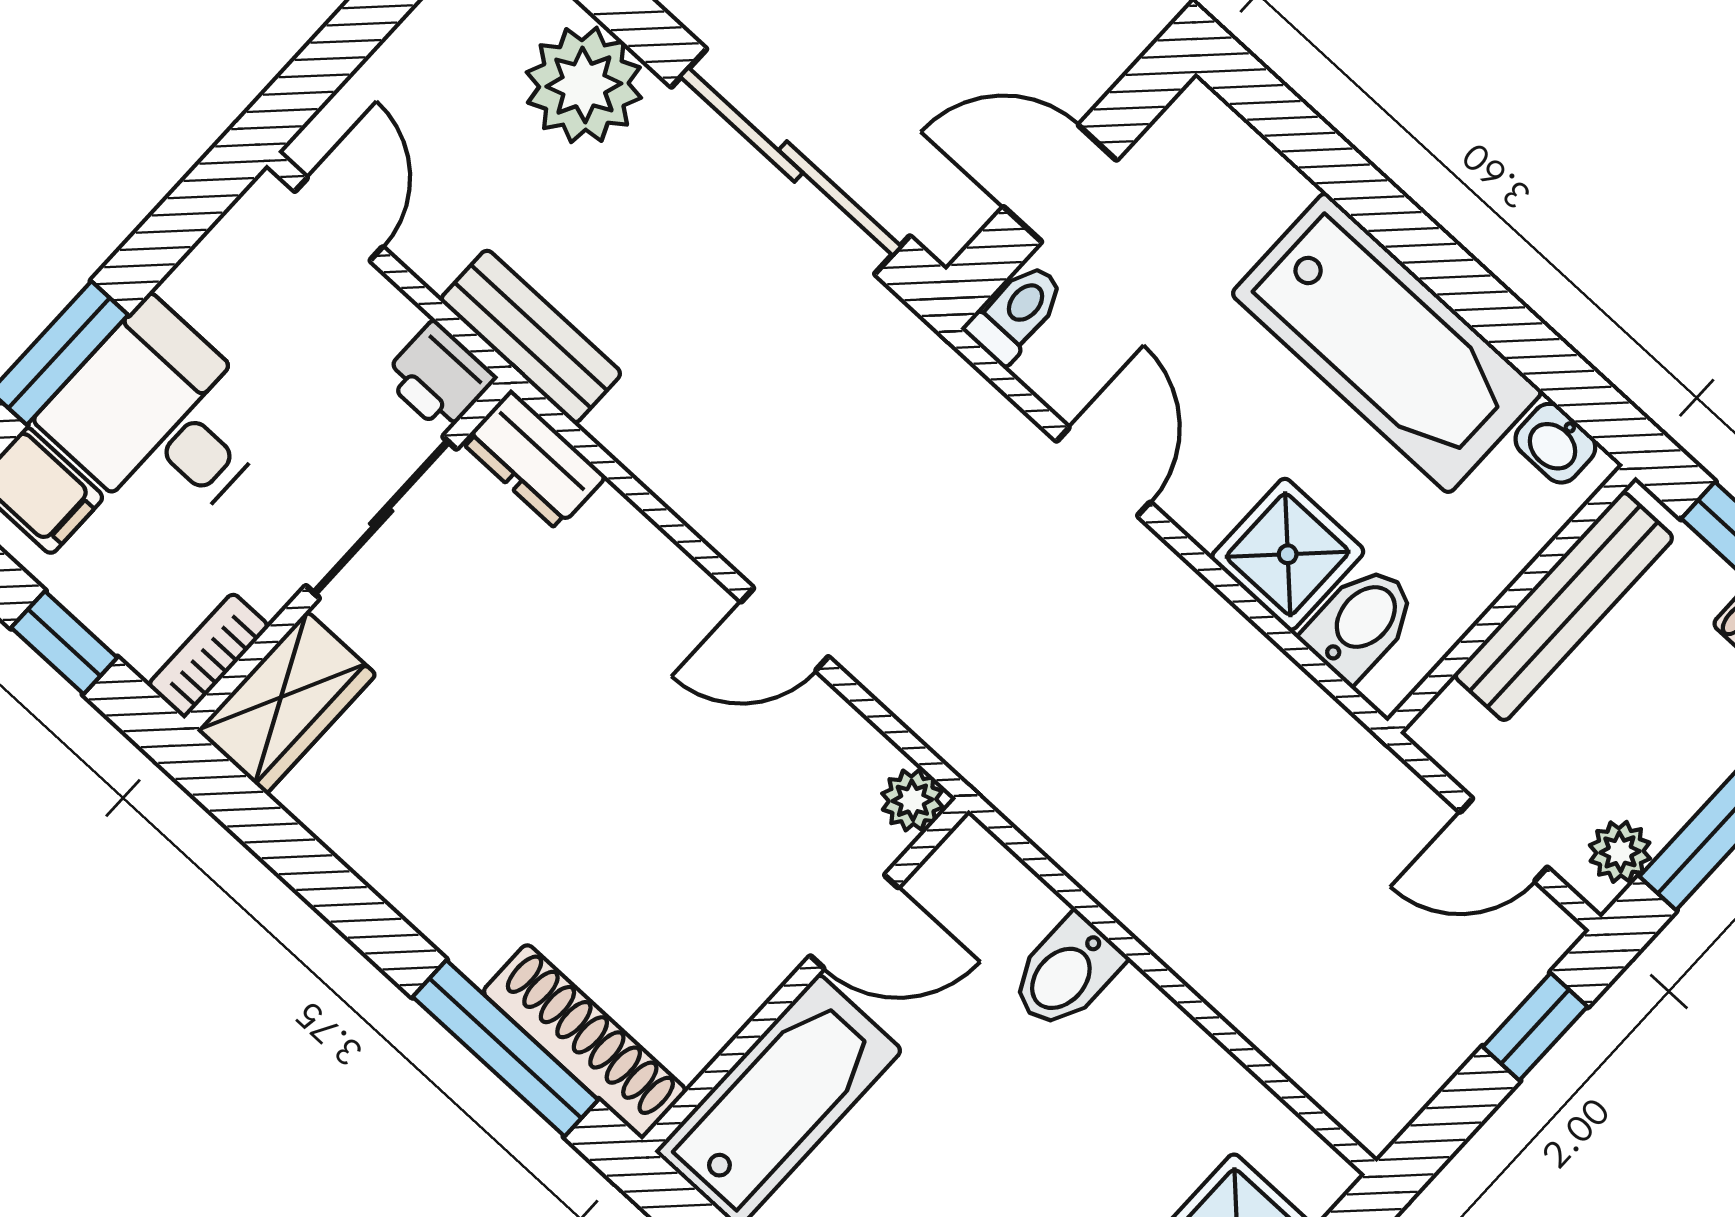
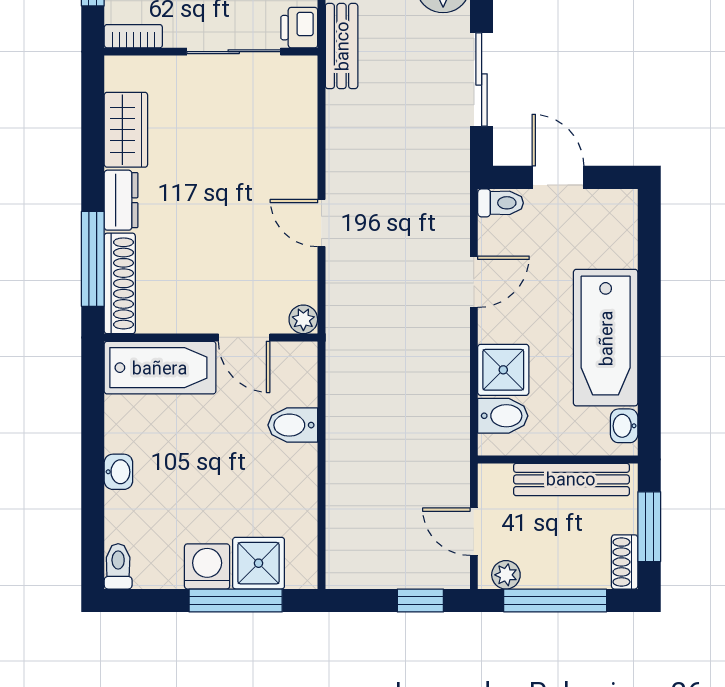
sliding door: (791, 161) -> (482, 79), width x0.73
dresser: (534, 460) -> (121, 200), moved, turned 180
wardrobe: (286, 702) -> (126, 130), moved, turned -90

